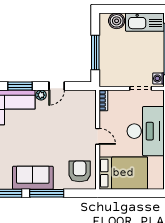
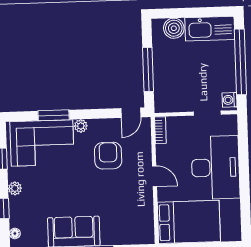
door: (57, 86) -> (131, 113), moved
armchair: (80, 171) -> (108, 156), moved

